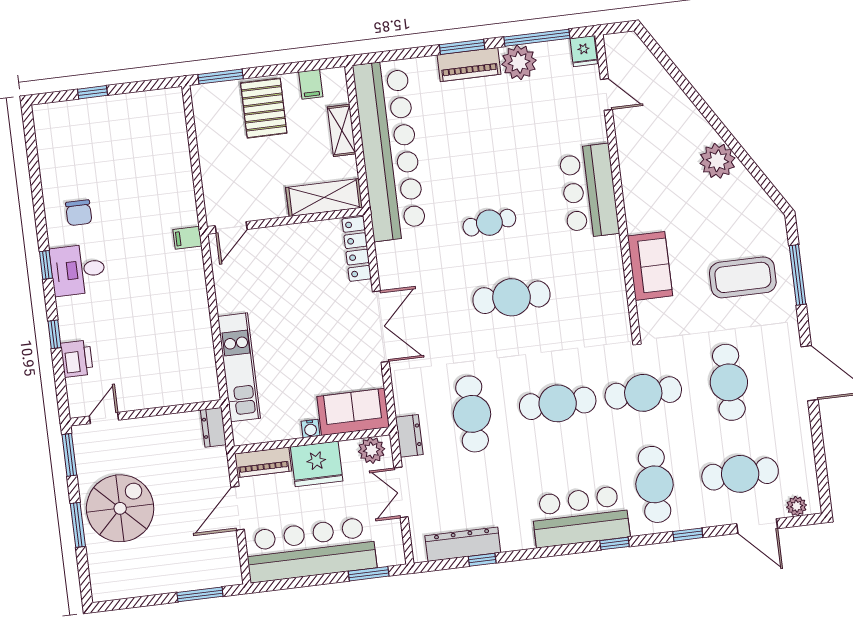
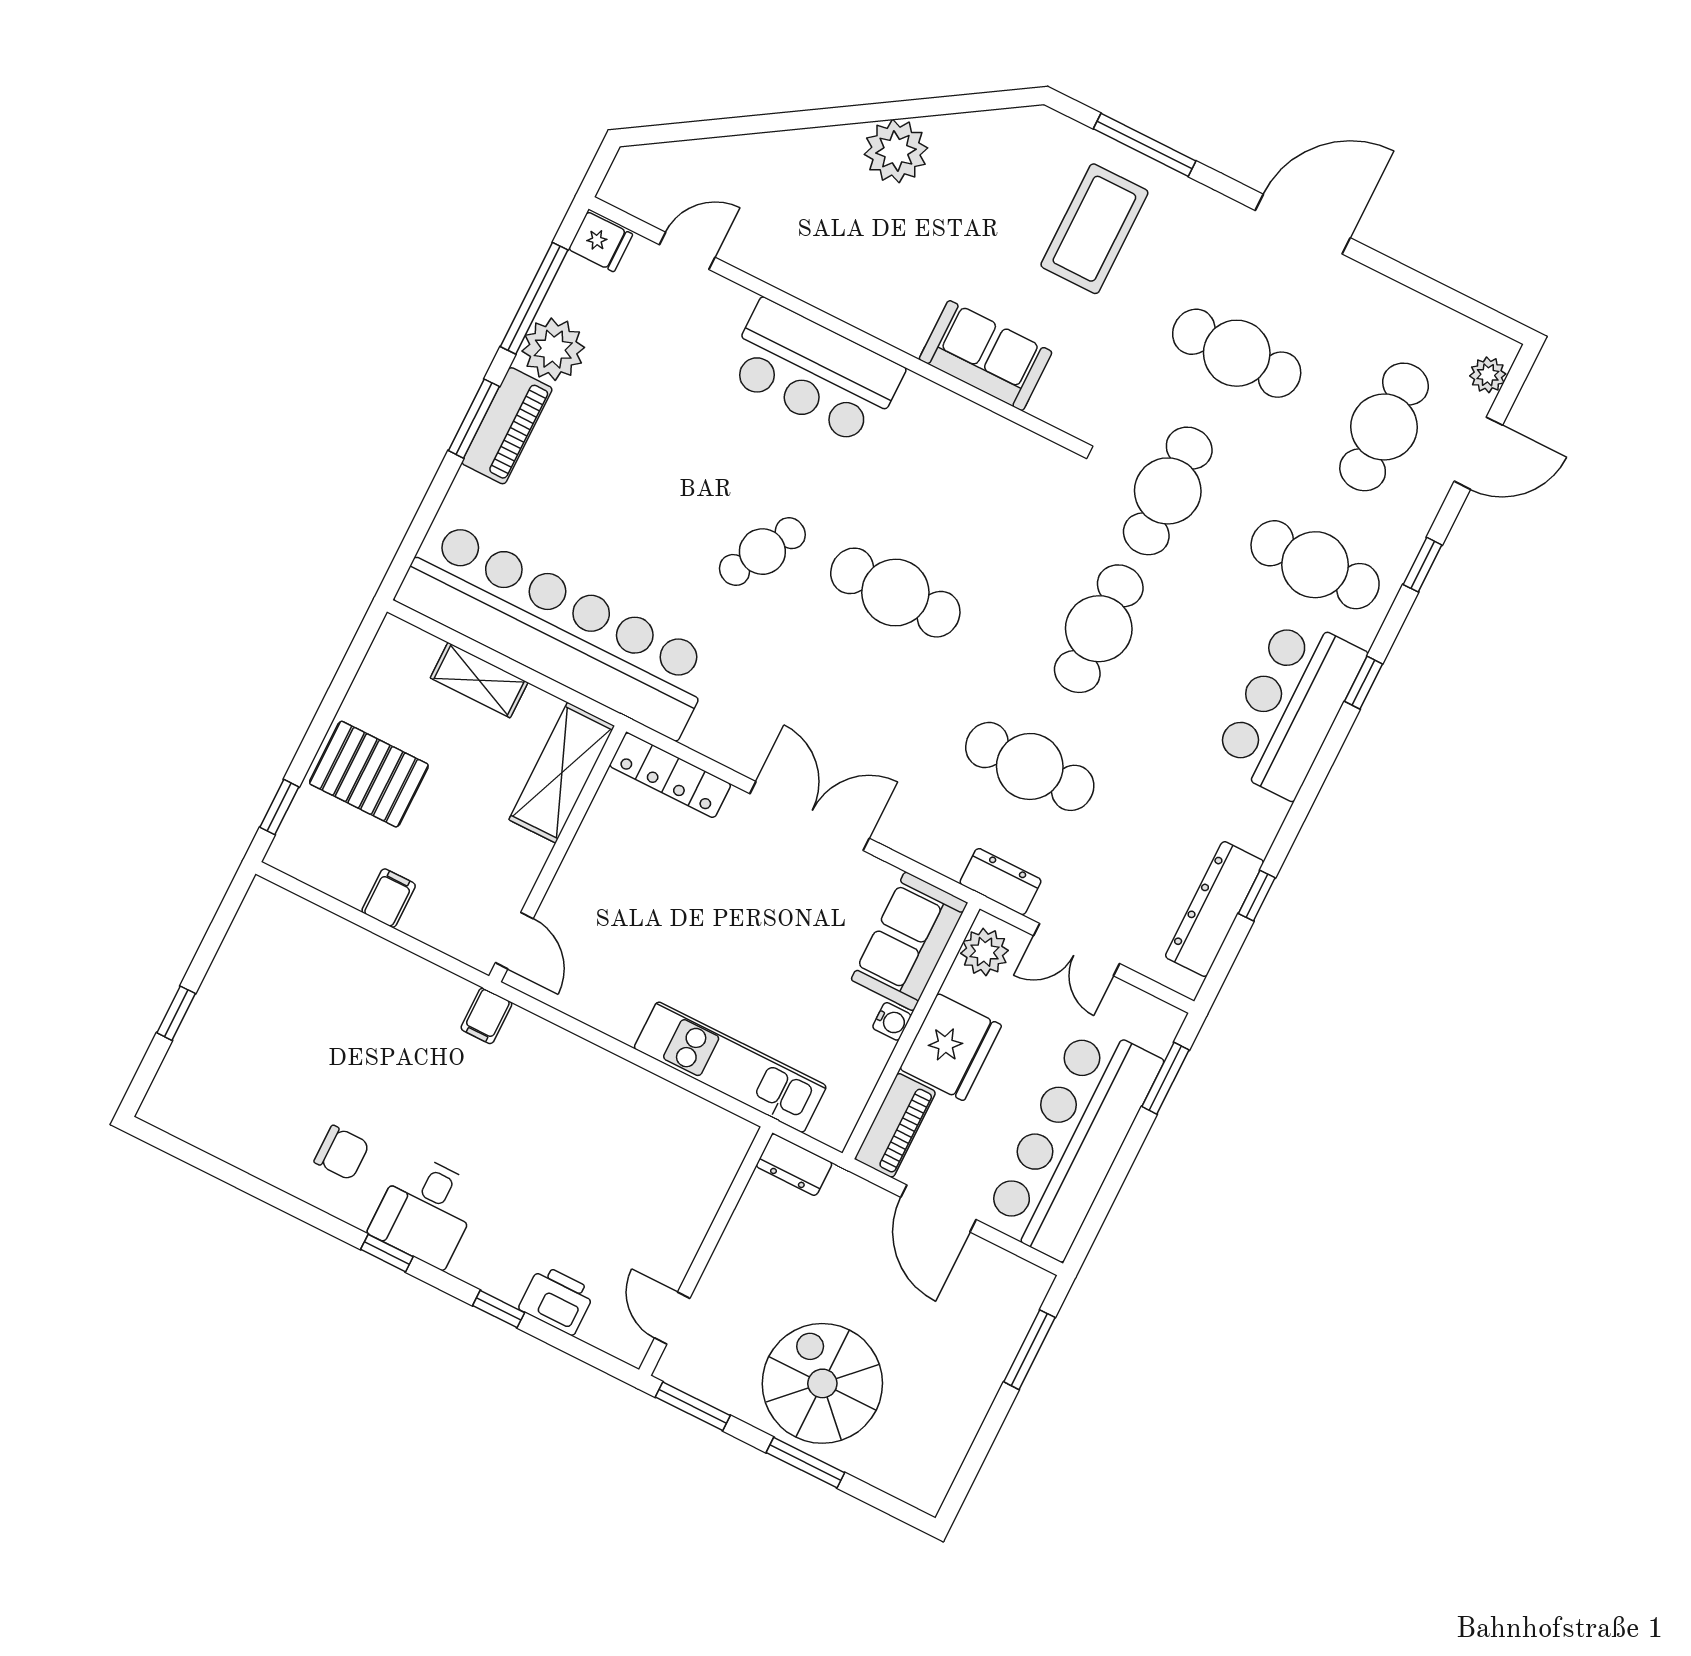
window: (221, 77) -> (279, 807), width x0.67
filing cabinet: (311, 84) -> (389, 898), moved, turned -90
cafe table: (489, 223) -> (762, 552), turned 37
cafe table: (511, 297) -> (895, 593), turned 90

